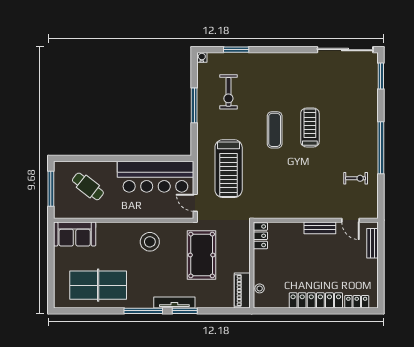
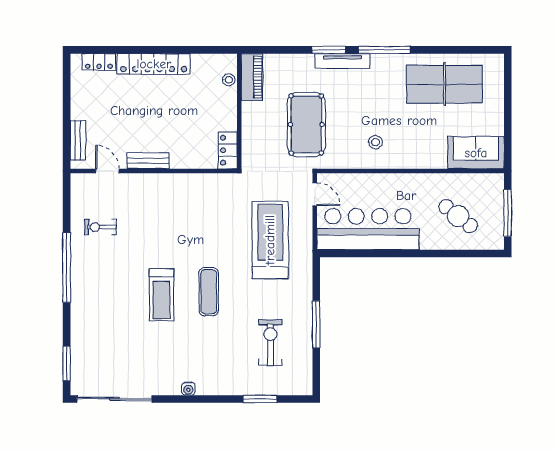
water cooler: (202, 57) -> (188, 389), moved
stool: (150, 242) -> (375, 142), width x0.53, depth x0.53

